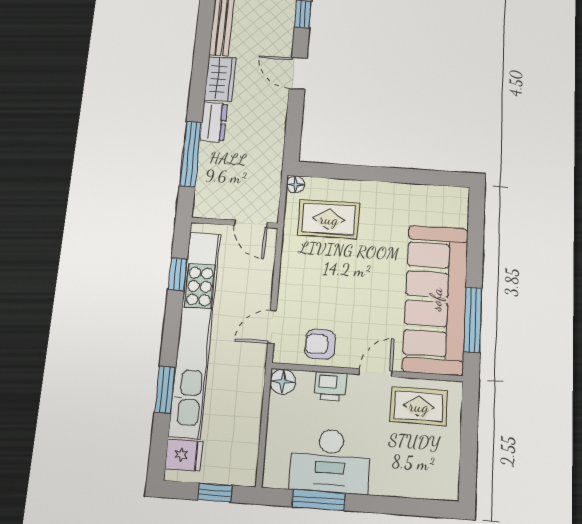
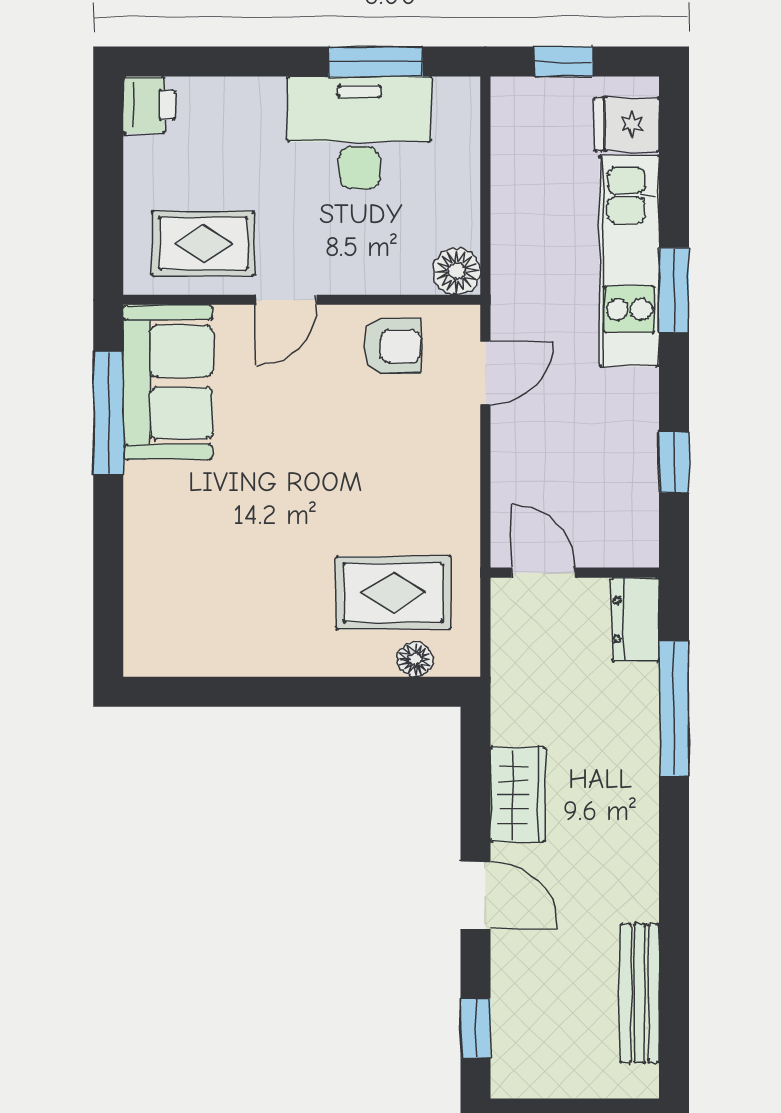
wardrobe: (220, 79) -> (518, 795), moved, turned 180
dresser: (214, 122) -> (635, 619), moved
floor lamp: (296, 184) -> (415, 659), moved
sofa: (436, 299) -> (168, 382), width x0.54, depth x0.79
kitchen unit: (195, 333) -> (629, 261), width x0.54
printer: (330, 386) -> (149, 105), moved, turned 90
window: (165, 390) -> (674, 290), moved

